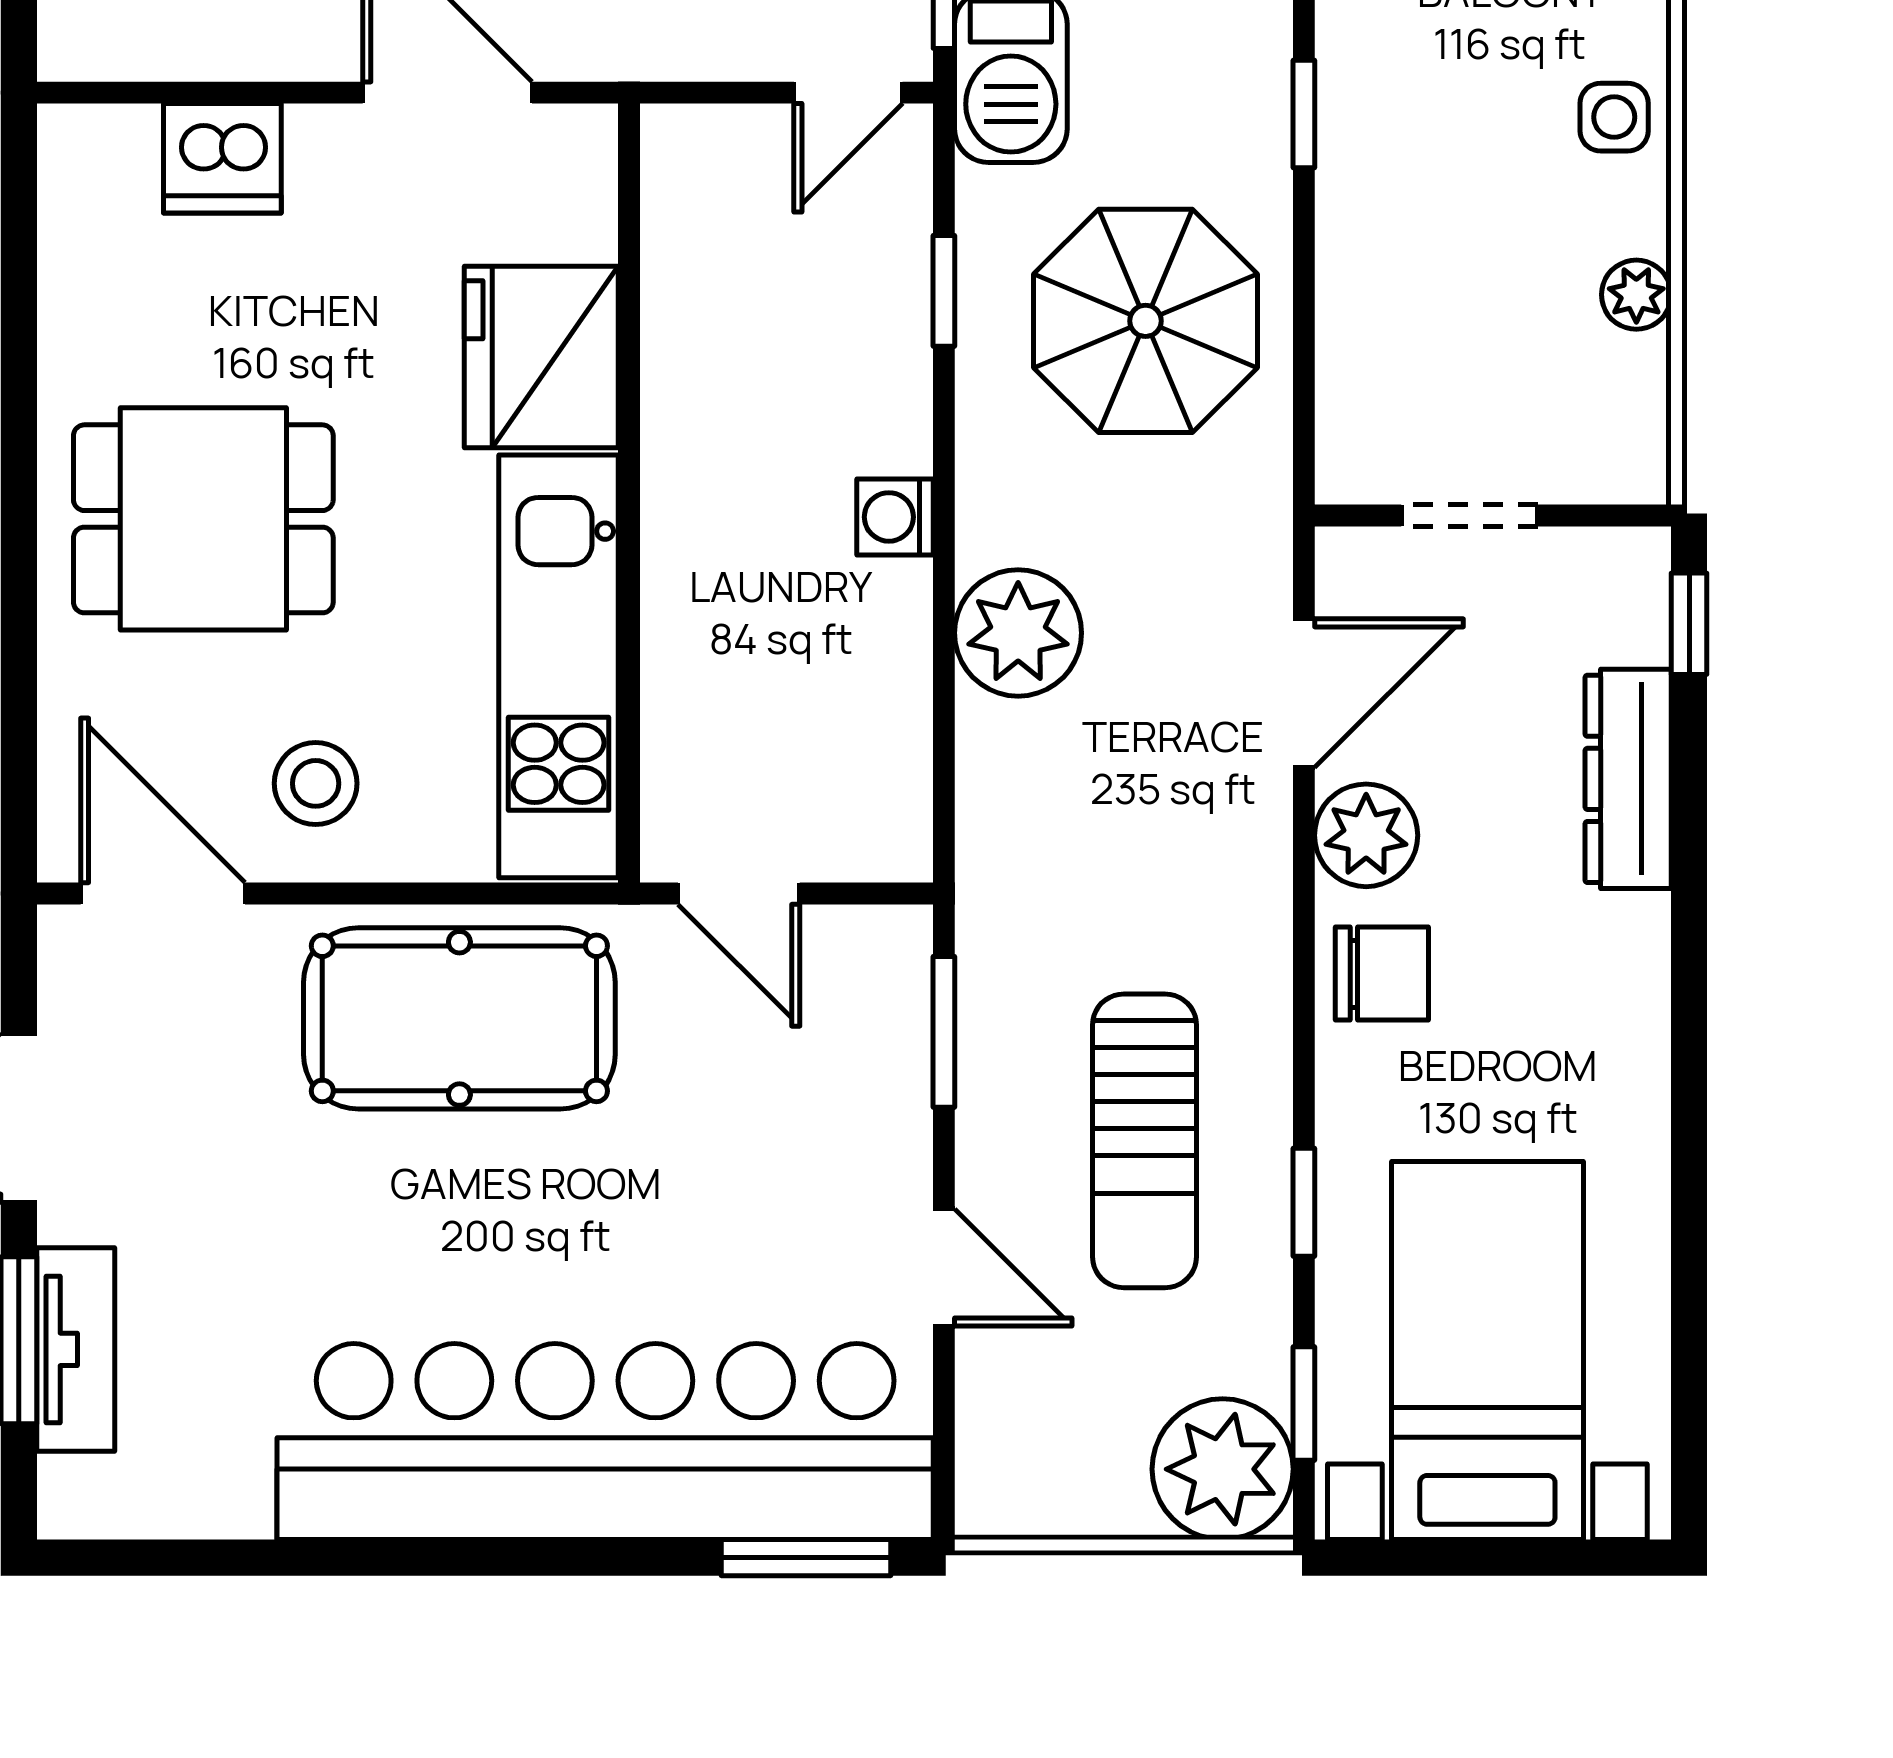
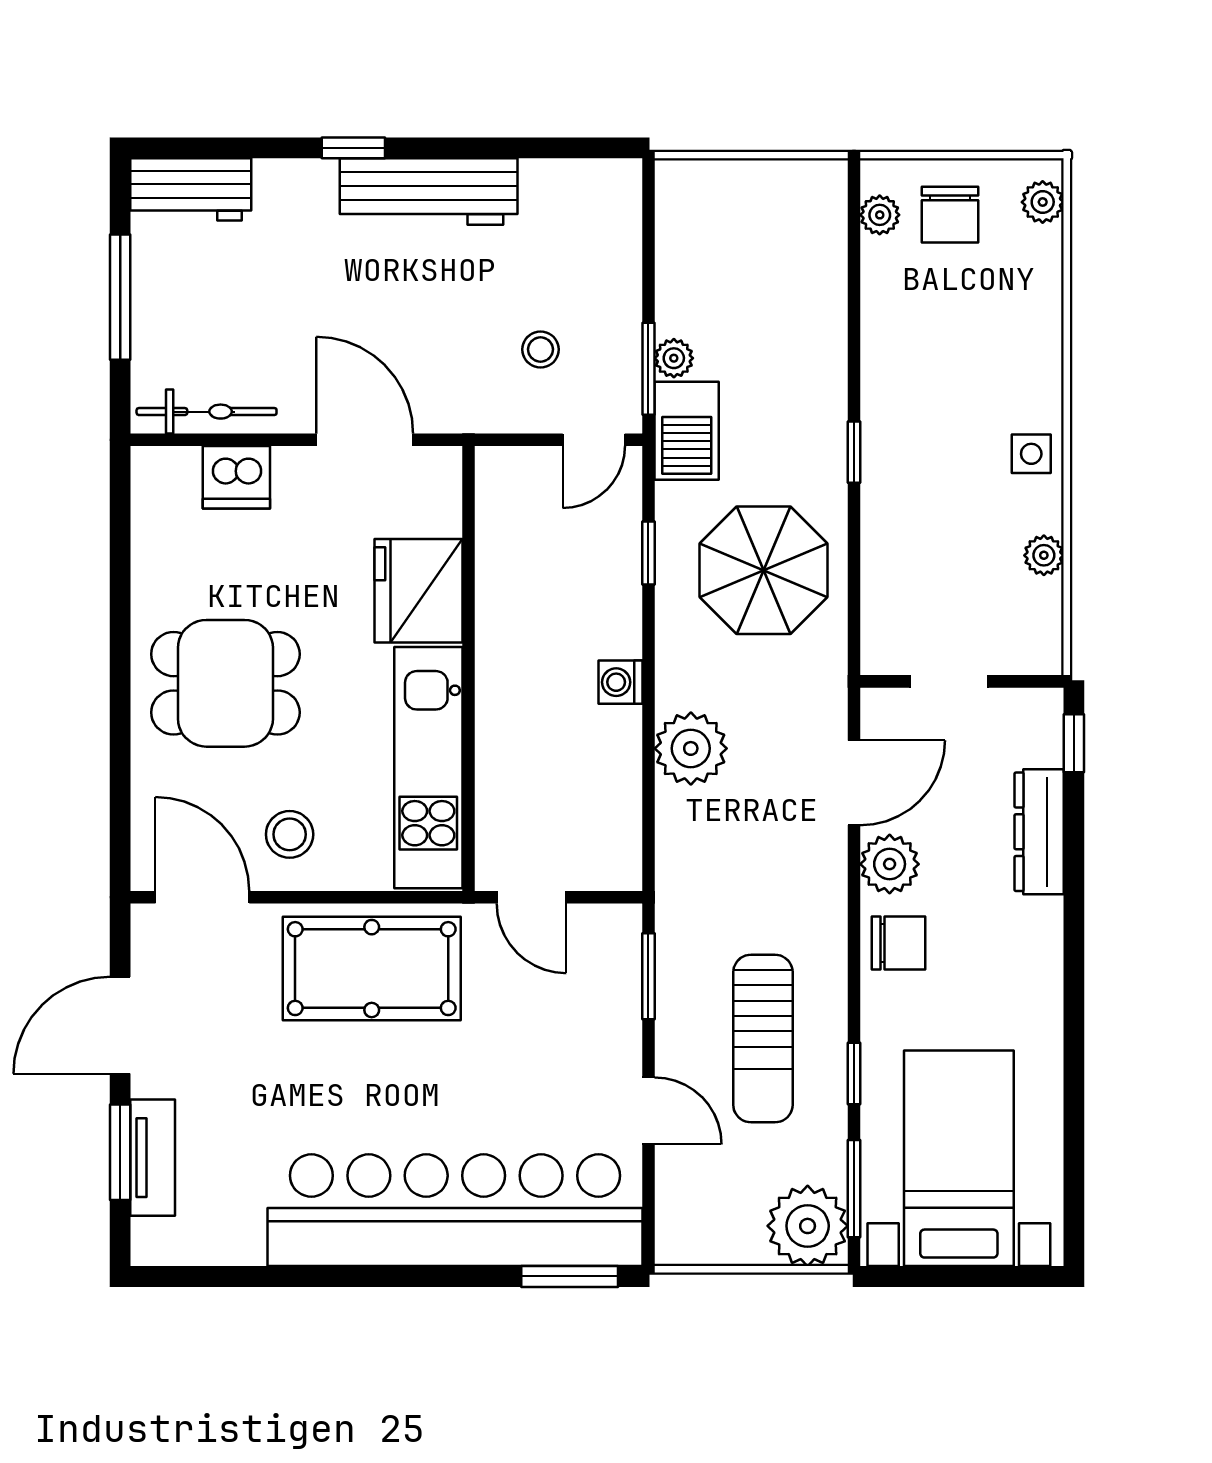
bicycle: (170, 43) -> (207, 412), added
window: (1304, 1404) -> (854, 1189), width x1.50

